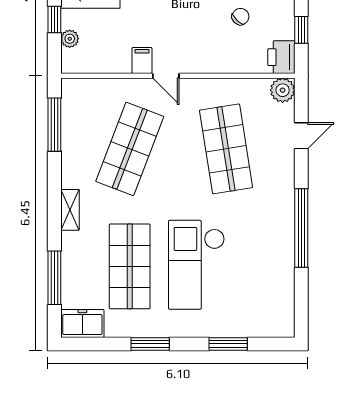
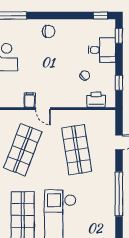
printer: (281, 57) -> (96, 100), moved, turned 90
plant: (283, 90) -> (108, 117), removed

